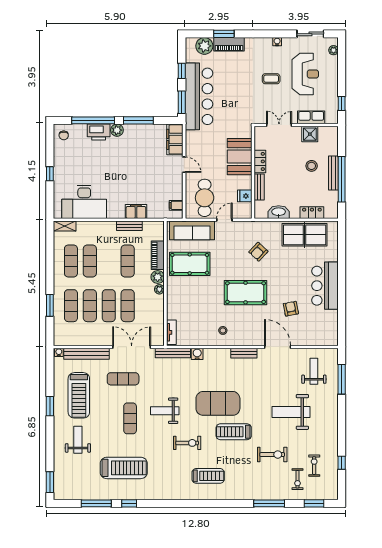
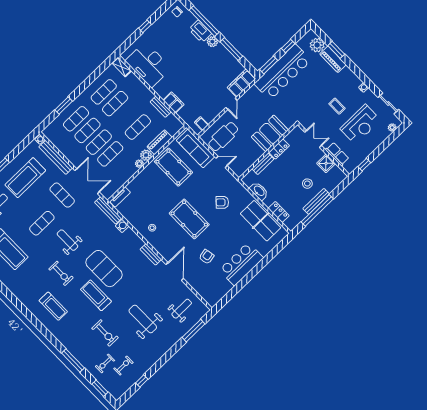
fridge: (245, 196) -> (249, 160), removed

